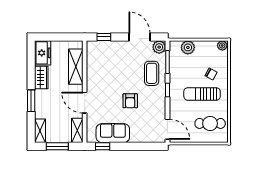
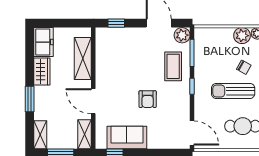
plant: (188, 47) -> (242, 36), moved

